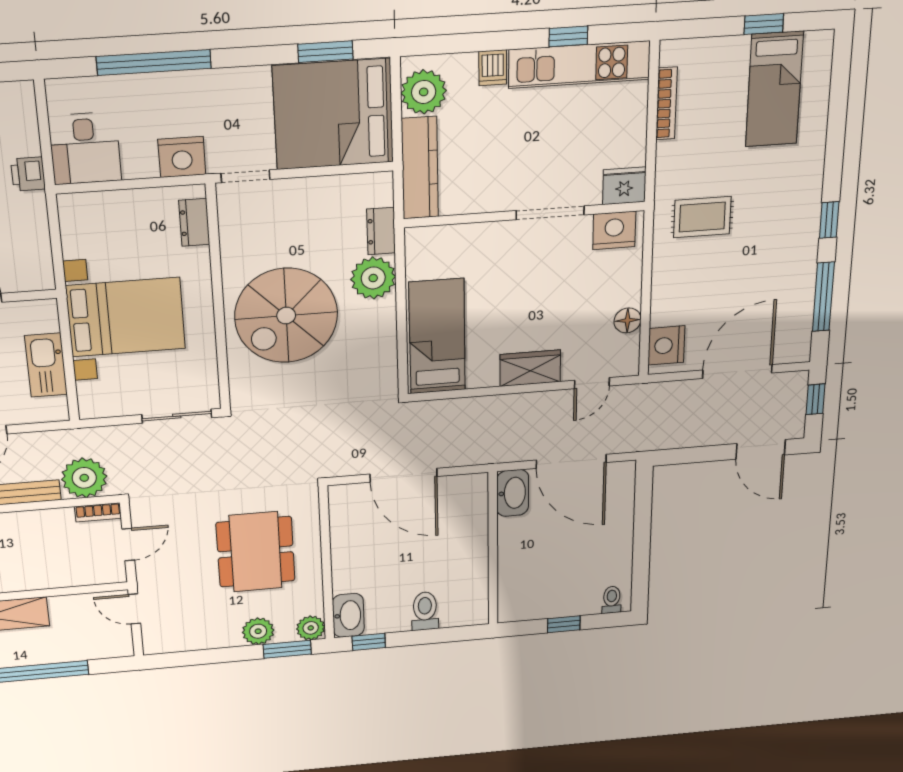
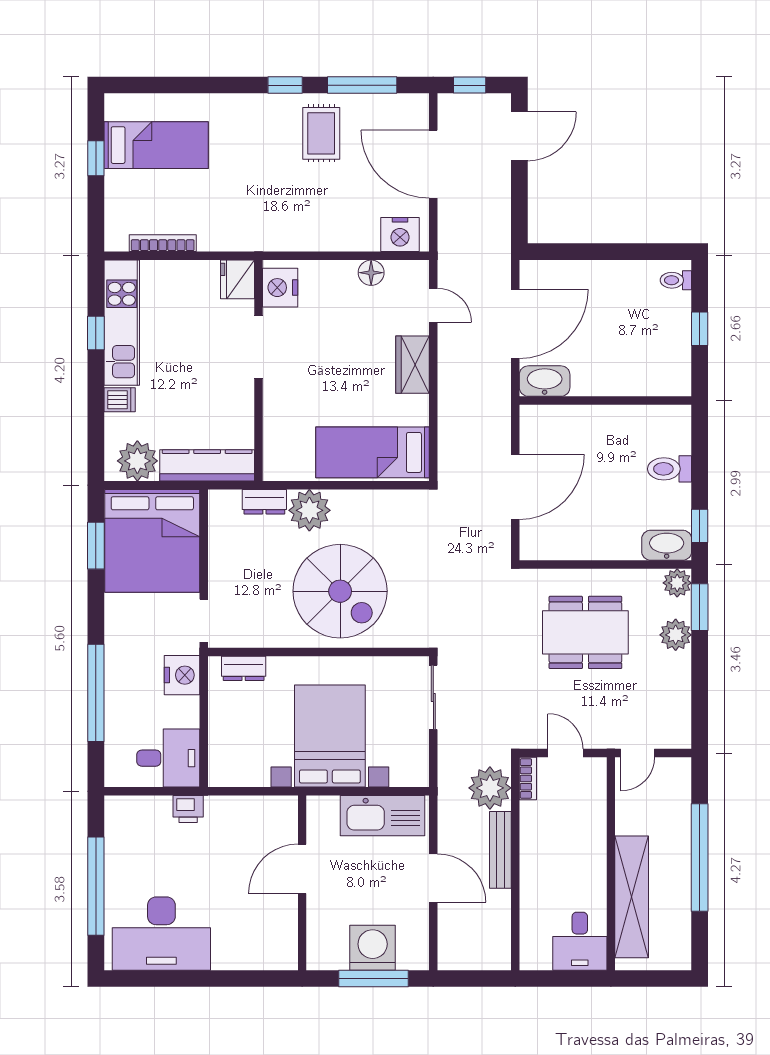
rug: (702, 217) -> (321, 133), moved
kitchen sink: (46, 365) -> (382, 816), width x1.36, depth x1.24

